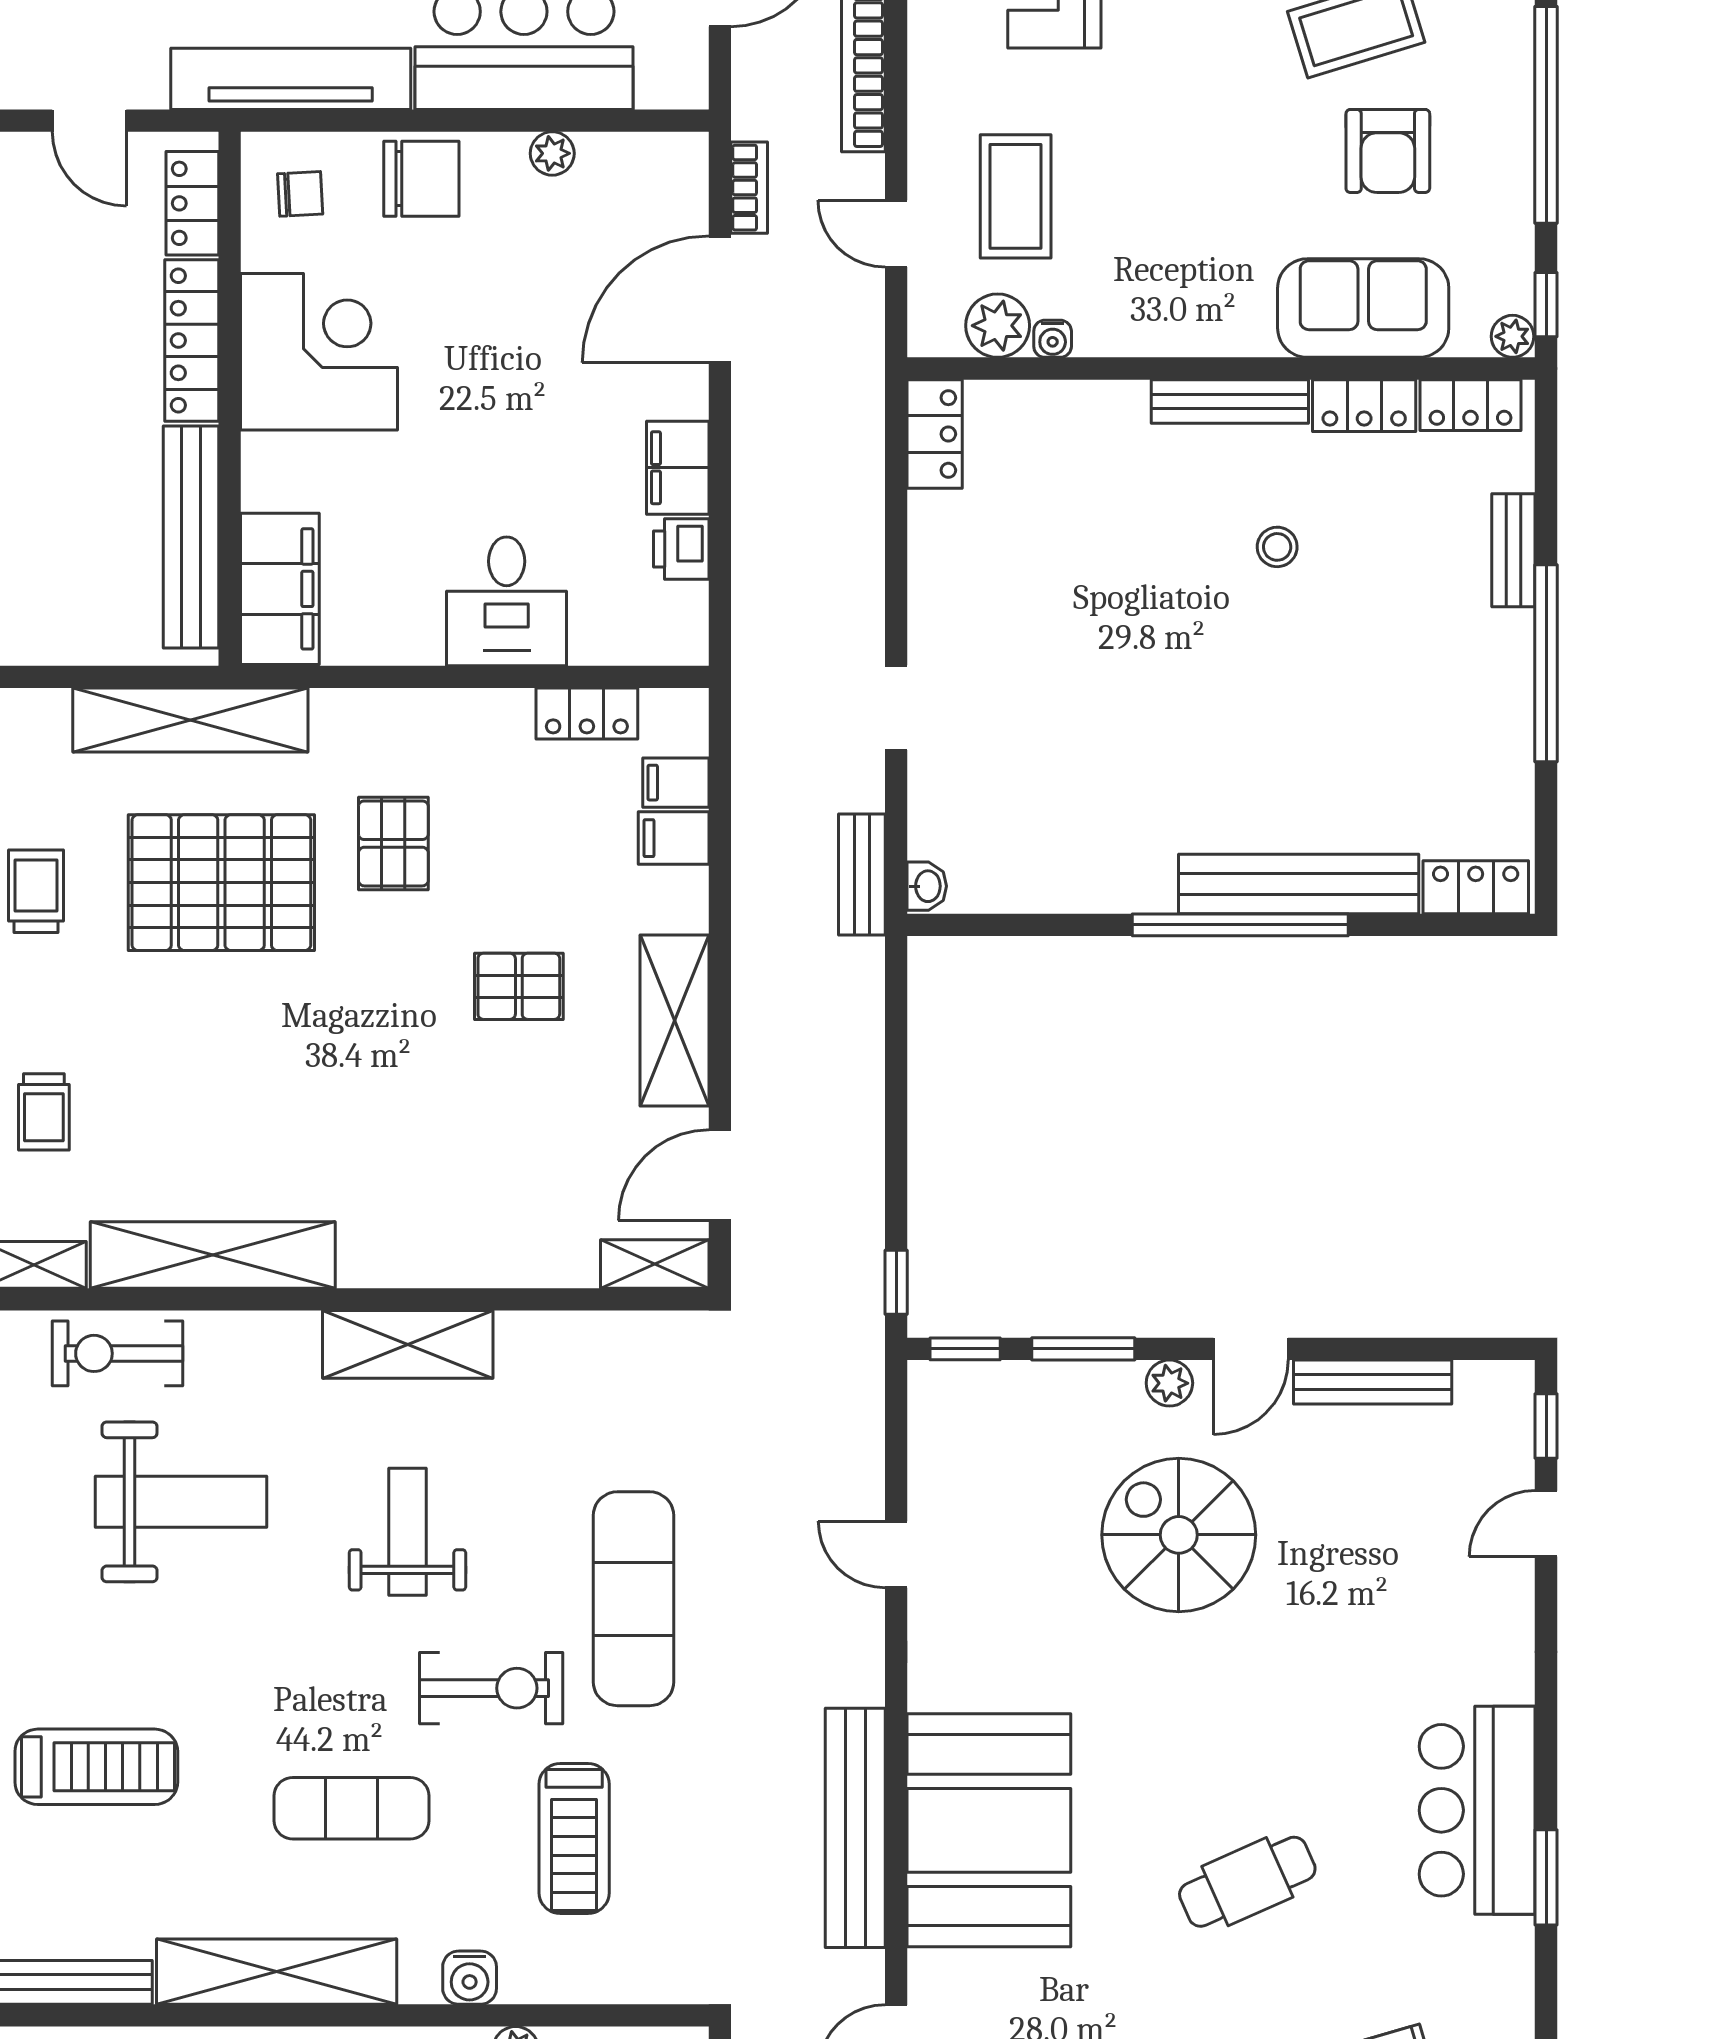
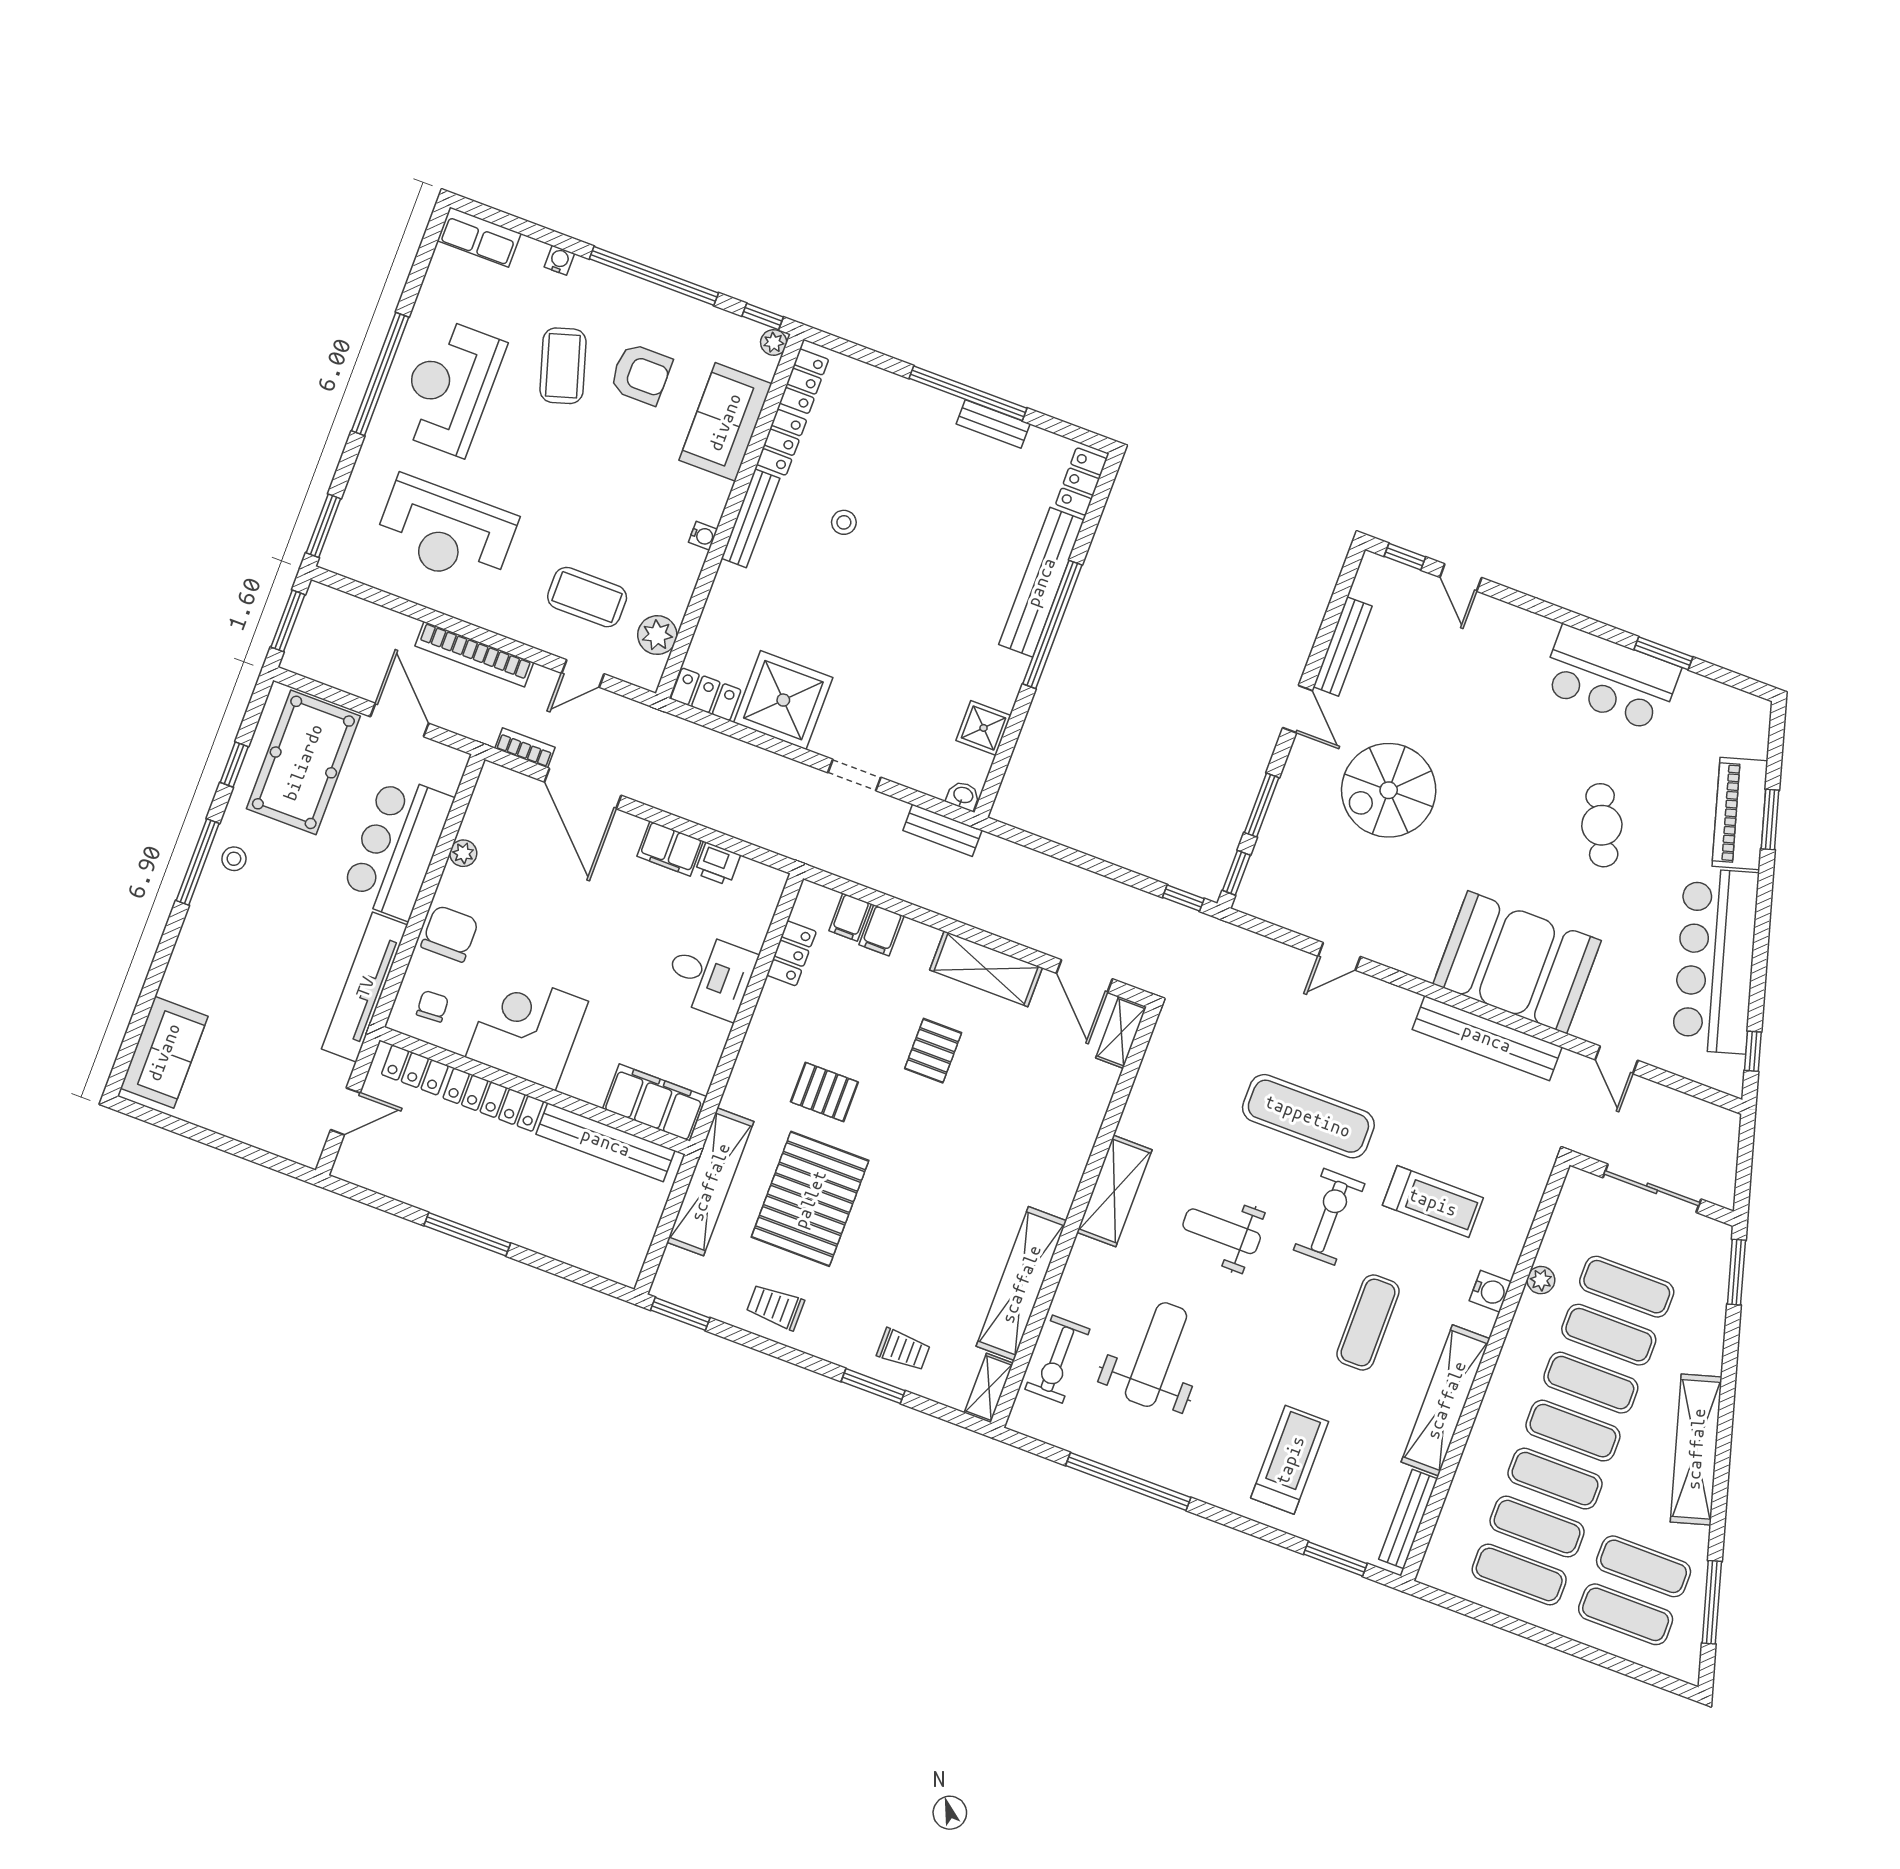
water cooler: (1053, 339) -> (703, 536), moved
bench: (1513, 550) -> (993, 424), moved
shower: (970, 556) -> (783, 700), added
shower: (1042, 879) -> (984, 728), added
plant: (1169, 1383) -> (1300, 763), removed

